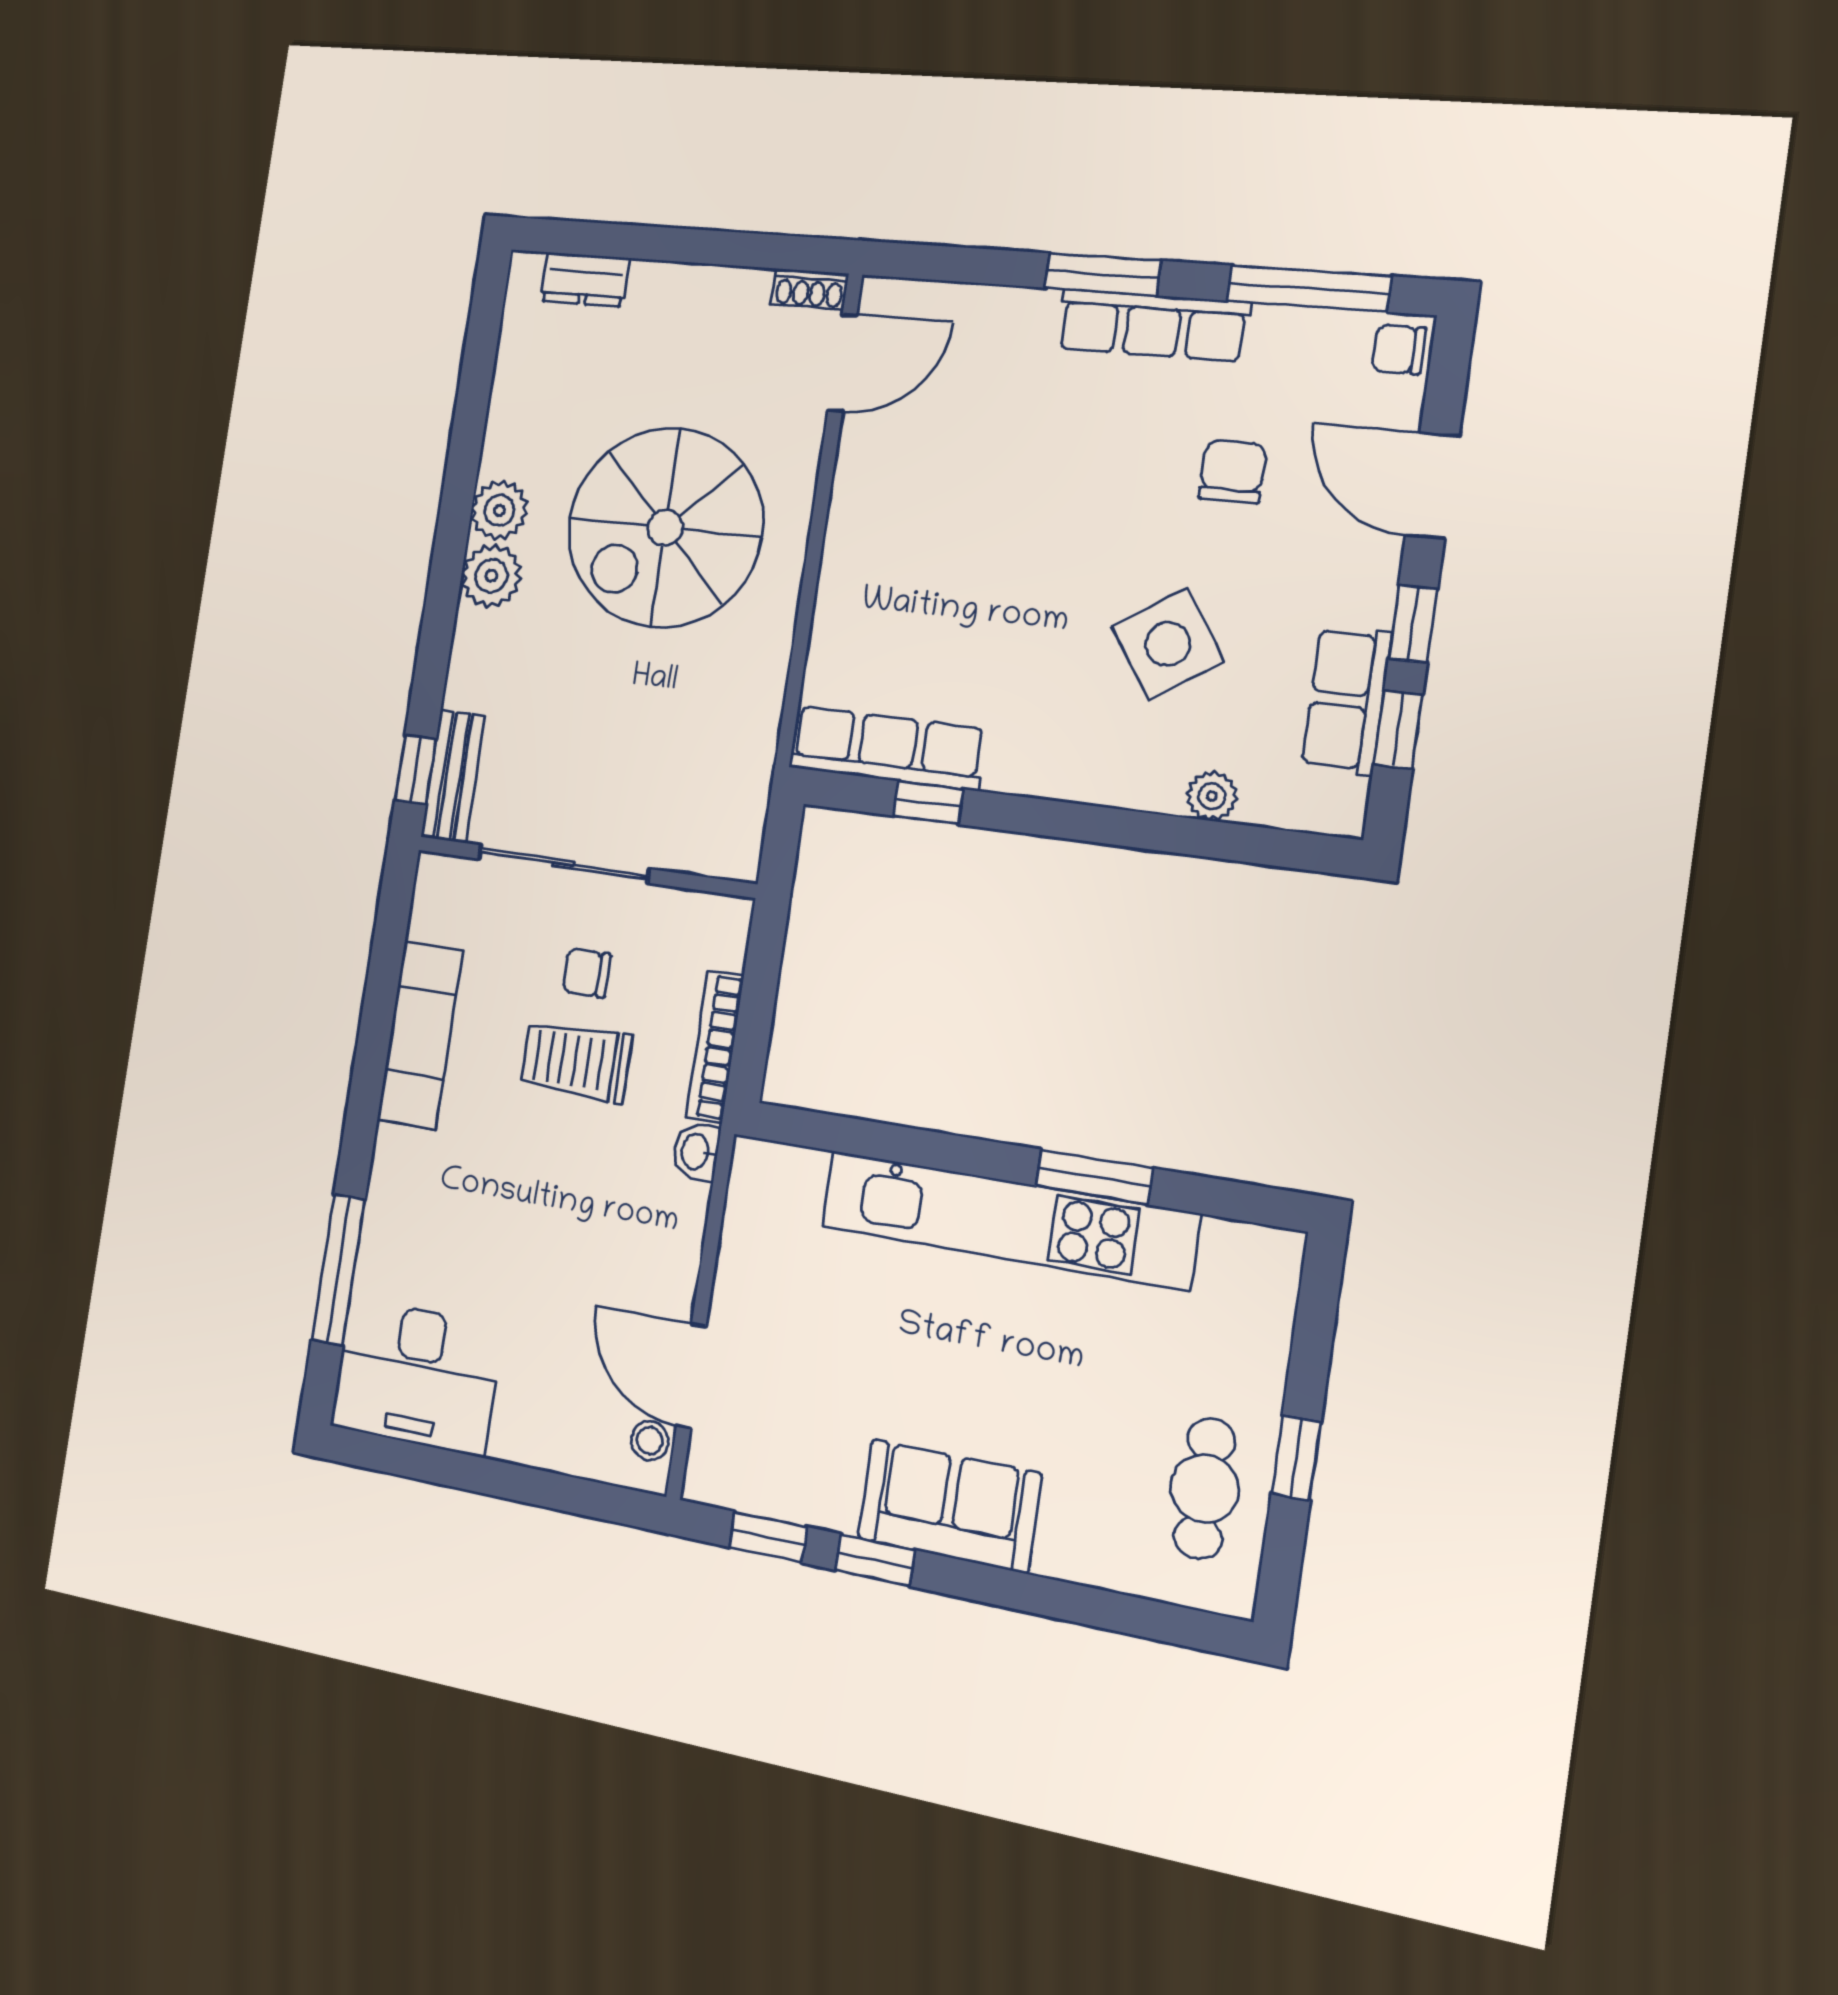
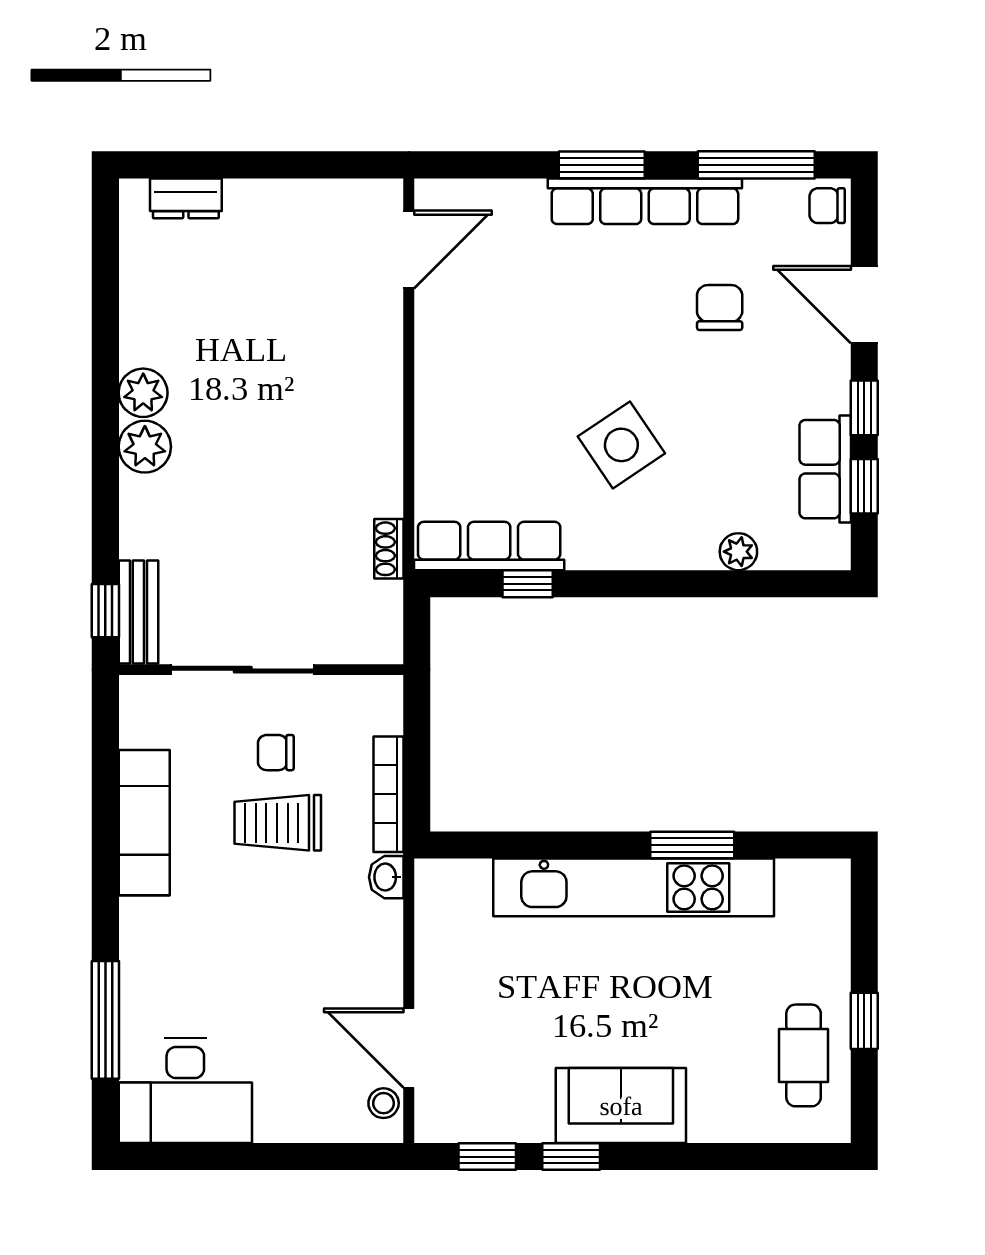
shoe rack: (810, 289) -> (389, 549), moved, turned 90
row of seats: (1153, 325) -> (645, 201), width x1.36
spiral stairs: (665, 528) -> (285, 393), removed
side table: (1168, 644) -> (621, 445), moved

